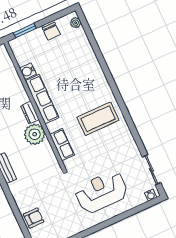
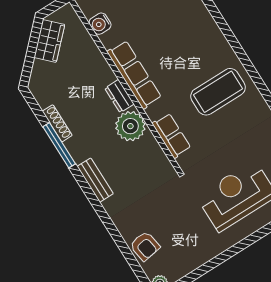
water cooler: (28, 71) -> (100, 24), moved
armchair: (34, 218) -> (145, 246), turned 81

